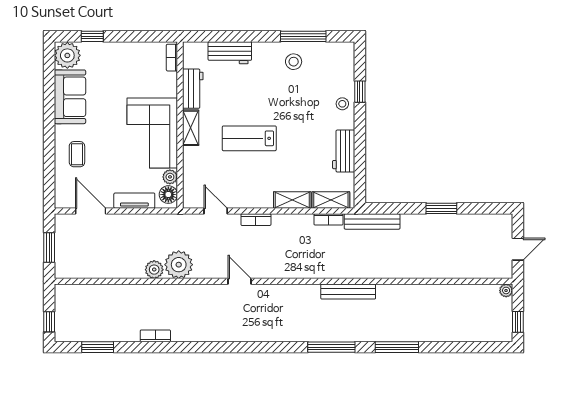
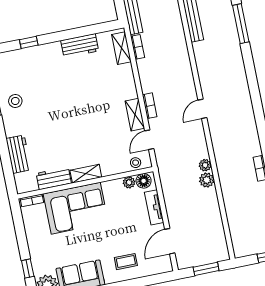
stool: (342, 104) -> (136, 163), moved
corner sofa: (152, 133) -> (76, 208), moved
lab bench: (249, 138) -> (85, 124), removed
shelving: (292, 200) -> (135, 115), moved
plant: (179, 265) -> (205, 165), width x0.53, depth x0.53

